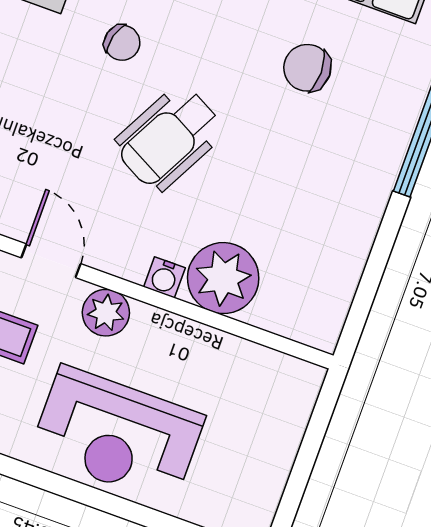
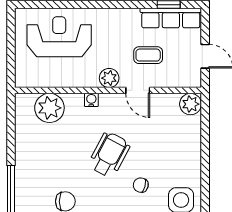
plant: (223, 278) -> (49, 108), moved
reception desk: (117, 435) -> (59, 37), moved

